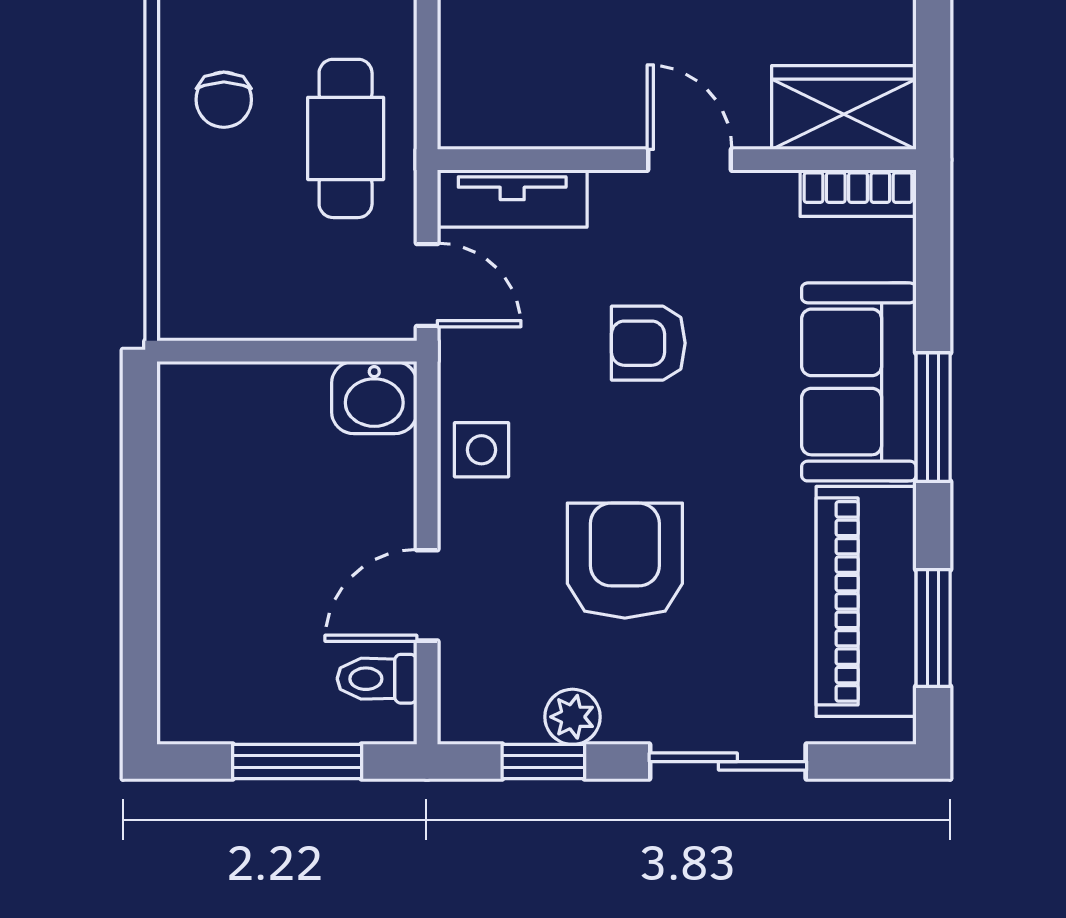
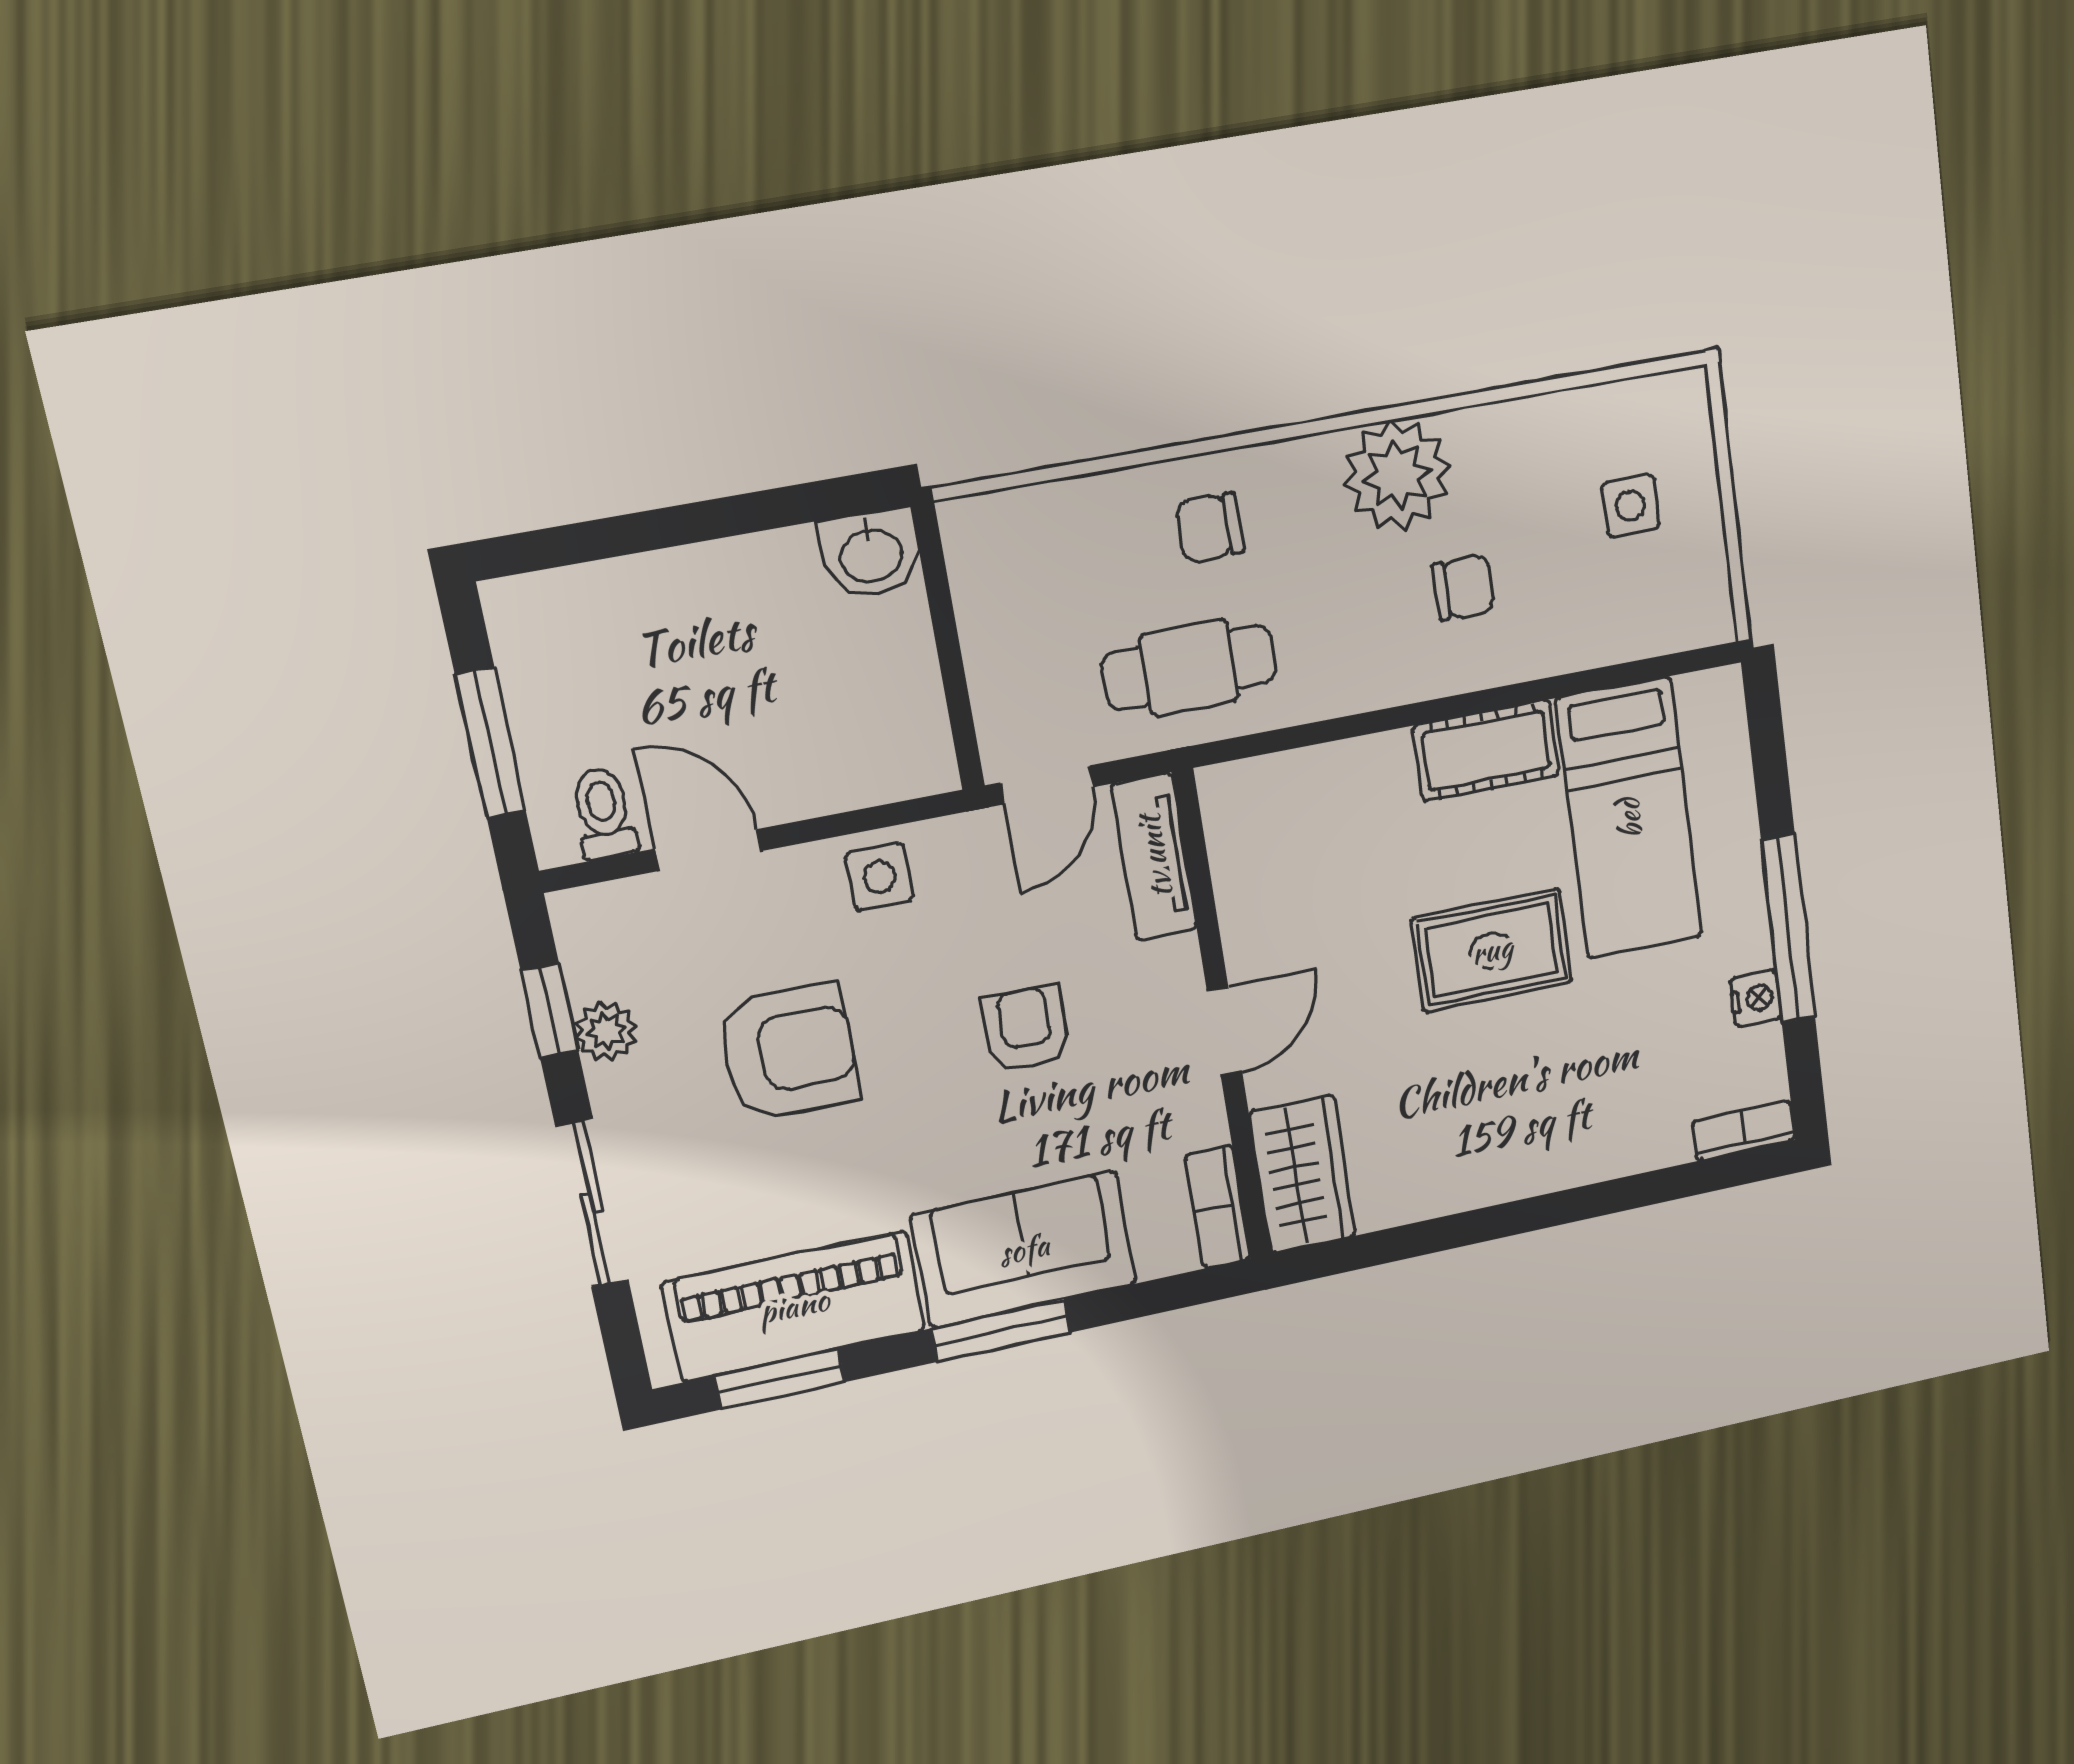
washbasin: (374, 398) -> (871, 553), moved, turned -90

